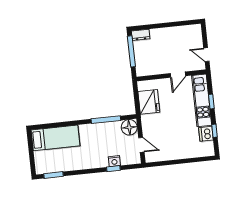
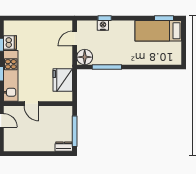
door: (178, 75) -> (31, 104), swing flipped
bed: (56, 138) -> (158, 31), moved
door: (141, 145) -> (75, 38), hinge flipped

